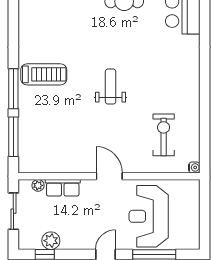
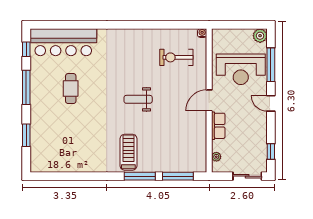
row of seats: (63, 188) -> (218, 126), moved
sliding door: (13, 211) -> (247, 176), moved
plant: (51, 241) -> (260, 36), moved

